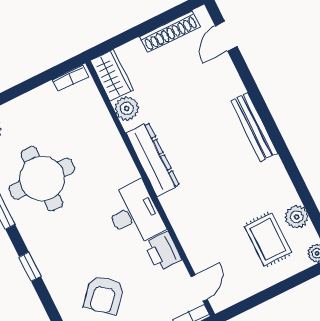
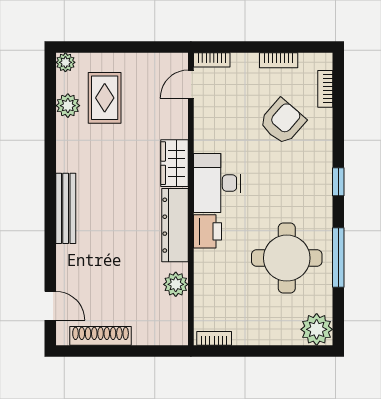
door: (226, 36) -> (50, 306), hinge flipped
wardrobe: (112, 75) -> (175, 163), moved
printer: (163, 251) -> (207, 231), moved

